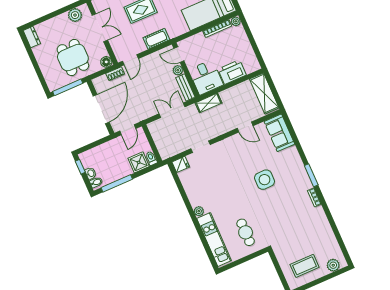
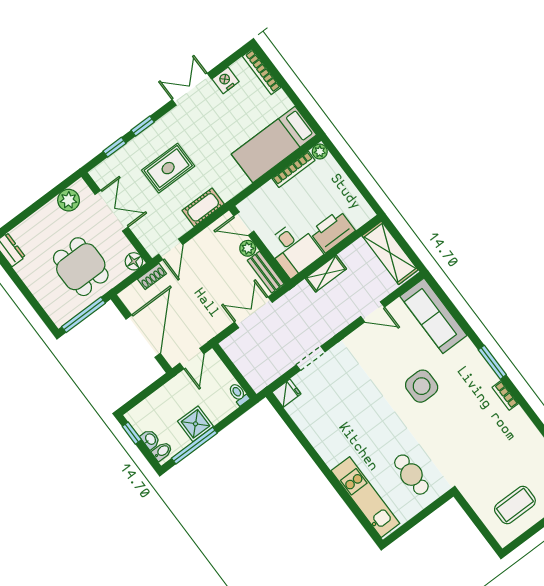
shelving: (209, 103) -> (326, 274), moved
sofa: (279, 133) -> (433, 316), width x1.36
shower: (139, 162) -> (196, 424), moved
plant: (199, 211) -> (331, 459), removed

